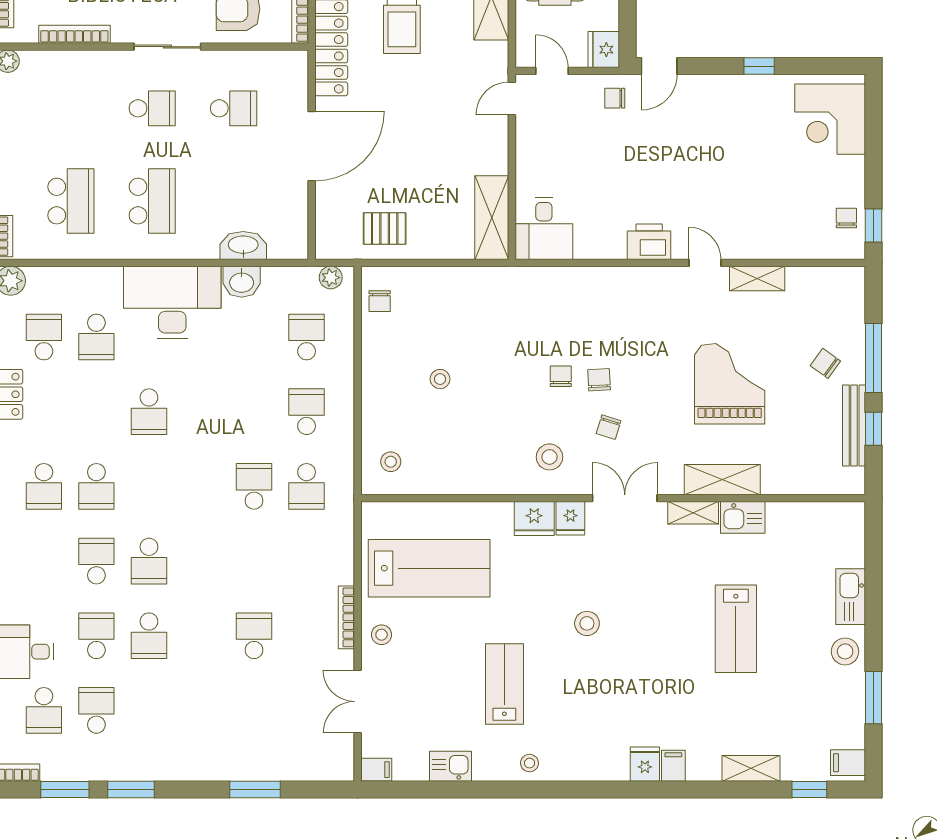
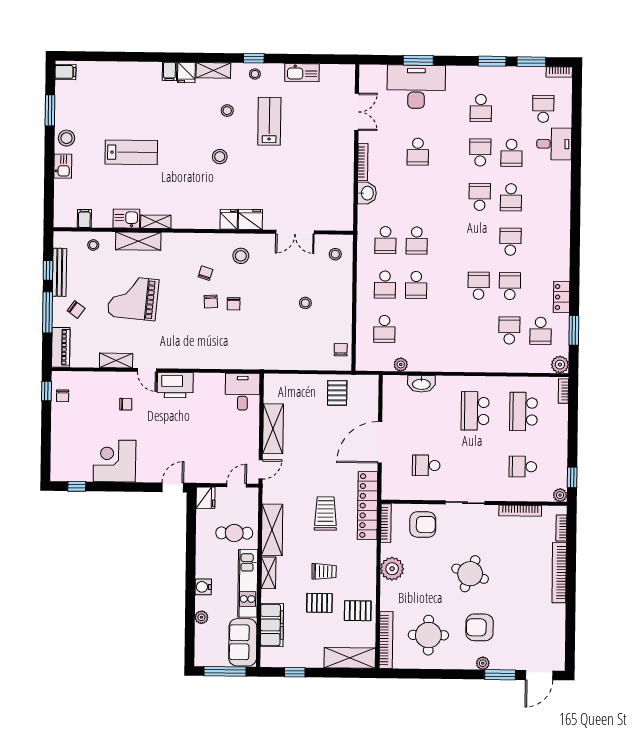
window: (759, 66) -> (77, 486), moved
door: (552, 71) -> (237, 485), swing flipped
chair: (615, 98) -> (126, 404), moved
school desk: (152, 108) -> (523, 467), moved
corner desk: (830, 119) -> (115, 461), moved, turned -90
shelving: (492, 218) -> (273, 429), moved
pallet: (385, 228) -> (337, 393), turned 90
printer: (649, 242) -> (175, 385), width x1.37, depth x1.19
plant: (331, 278) -> (401, 365), moved
washbasin: (242, 282) -> (367, 193), moved, turned 90
piano: (850, 300) -> (61, 347), added
desk: (172, 302) -> (416, 87), moved, turned 180
grand piano: (730, 384) -> (133, 298), turned 95
school desk: (254, 412) -> (416, 285), added
stool: (798, 472) -> (93, 245), added
school desk: (44, 486) -> (510, 286), moved
school desk: (307, 486) -> (385, 240), turned 180
double door: (625, 498) -> (295, 232), moved
lab bench: (429, 568) -> (313, 191), removed
kitchen sink: (851, 597) -> (63, 166), width x0.73
lab bench: (736, 629) -> (131, 152), turned 90
stool: (382, 635) -> (227, 111), moved
lab bench: (504, 684) -> (269, 121), turned 180
school desk: (96, 710) -> (481, 108), moved
kitchen sink: (450, 766) -> (302, 73), width x1.38
shelving: (751, 768) -> (213, 70), moved
filing cabinet: (376, 770) -> (84, 218), moved, turned 90
window: (809, 789) -> (254, 58), moved

